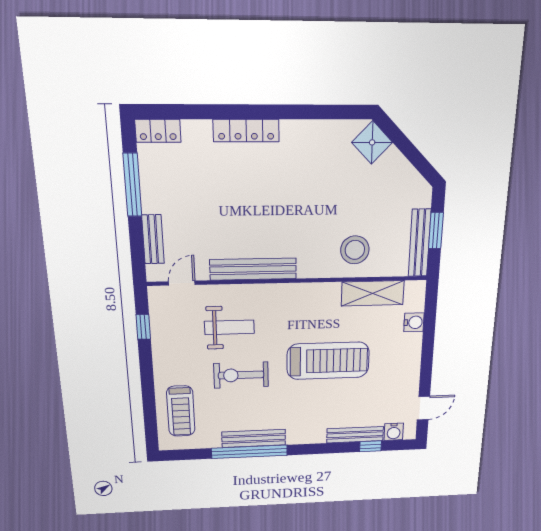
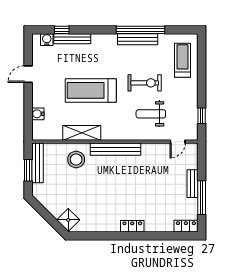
locker: (246, 131) -> (132, 226), width x0.66
bench: (153, 239) -> (192, 184), moved
bench: (253, 269) -> (115, 149), moved
shelving: (373, 293) -> (82, 133), moved
door: (423, 408) -> (28, 74), moved

